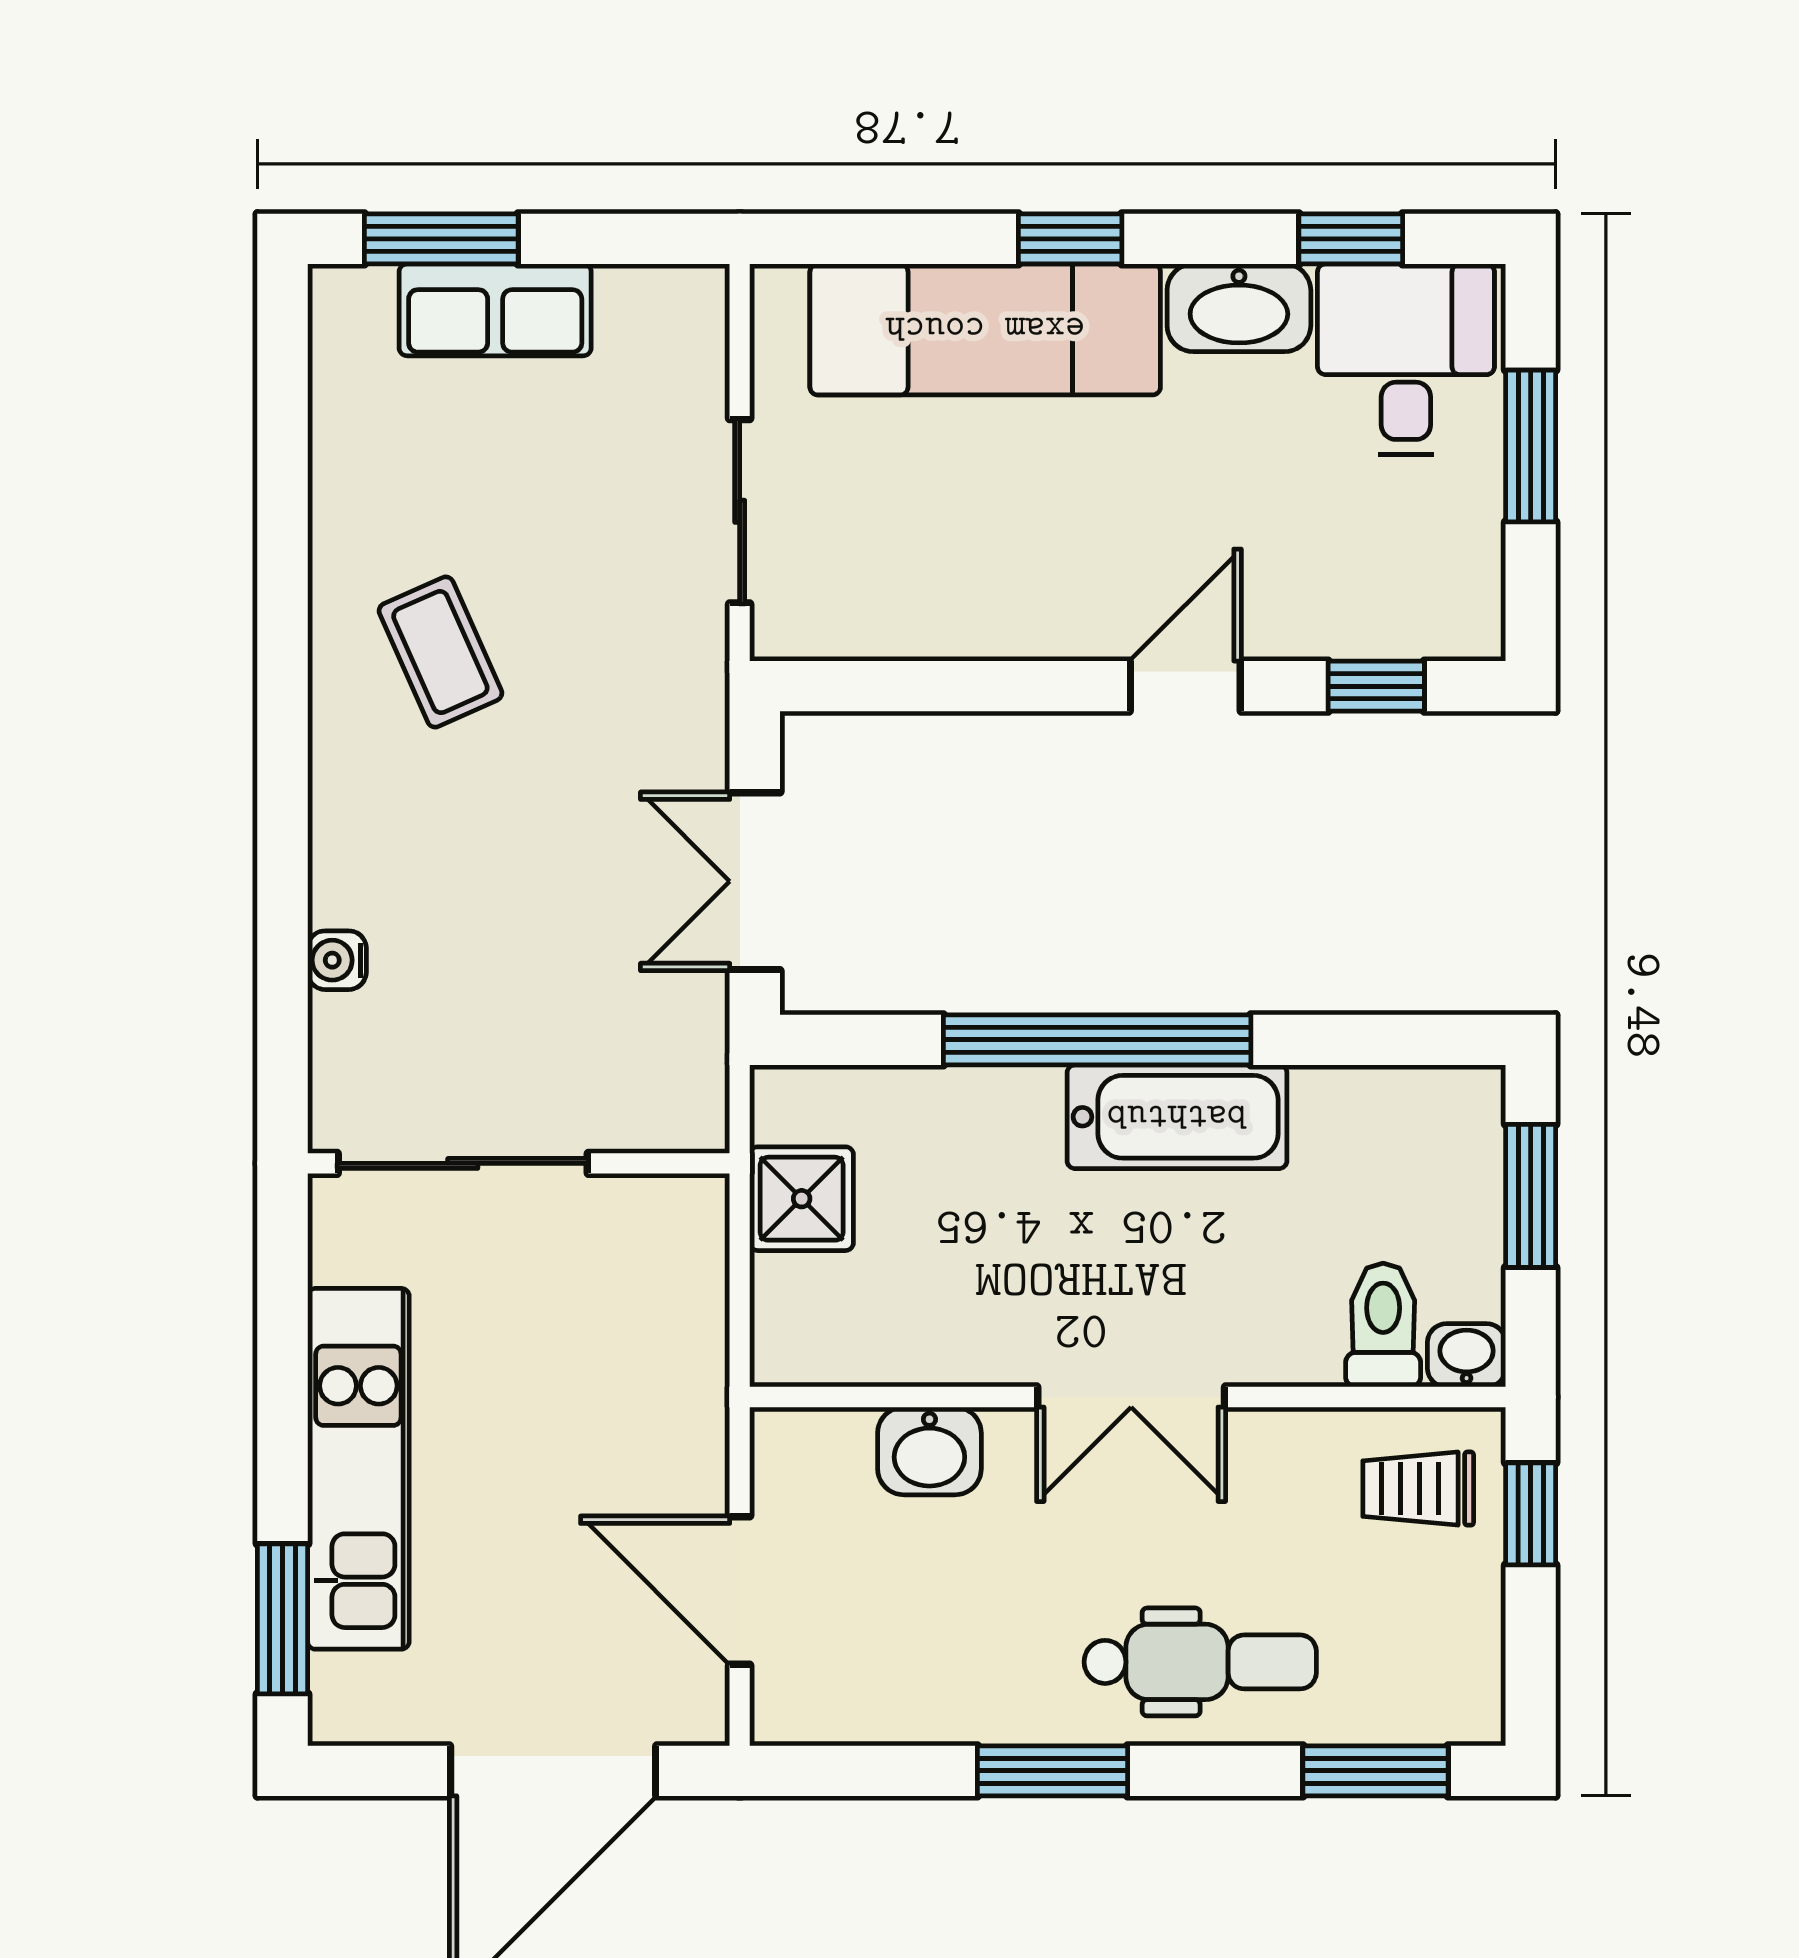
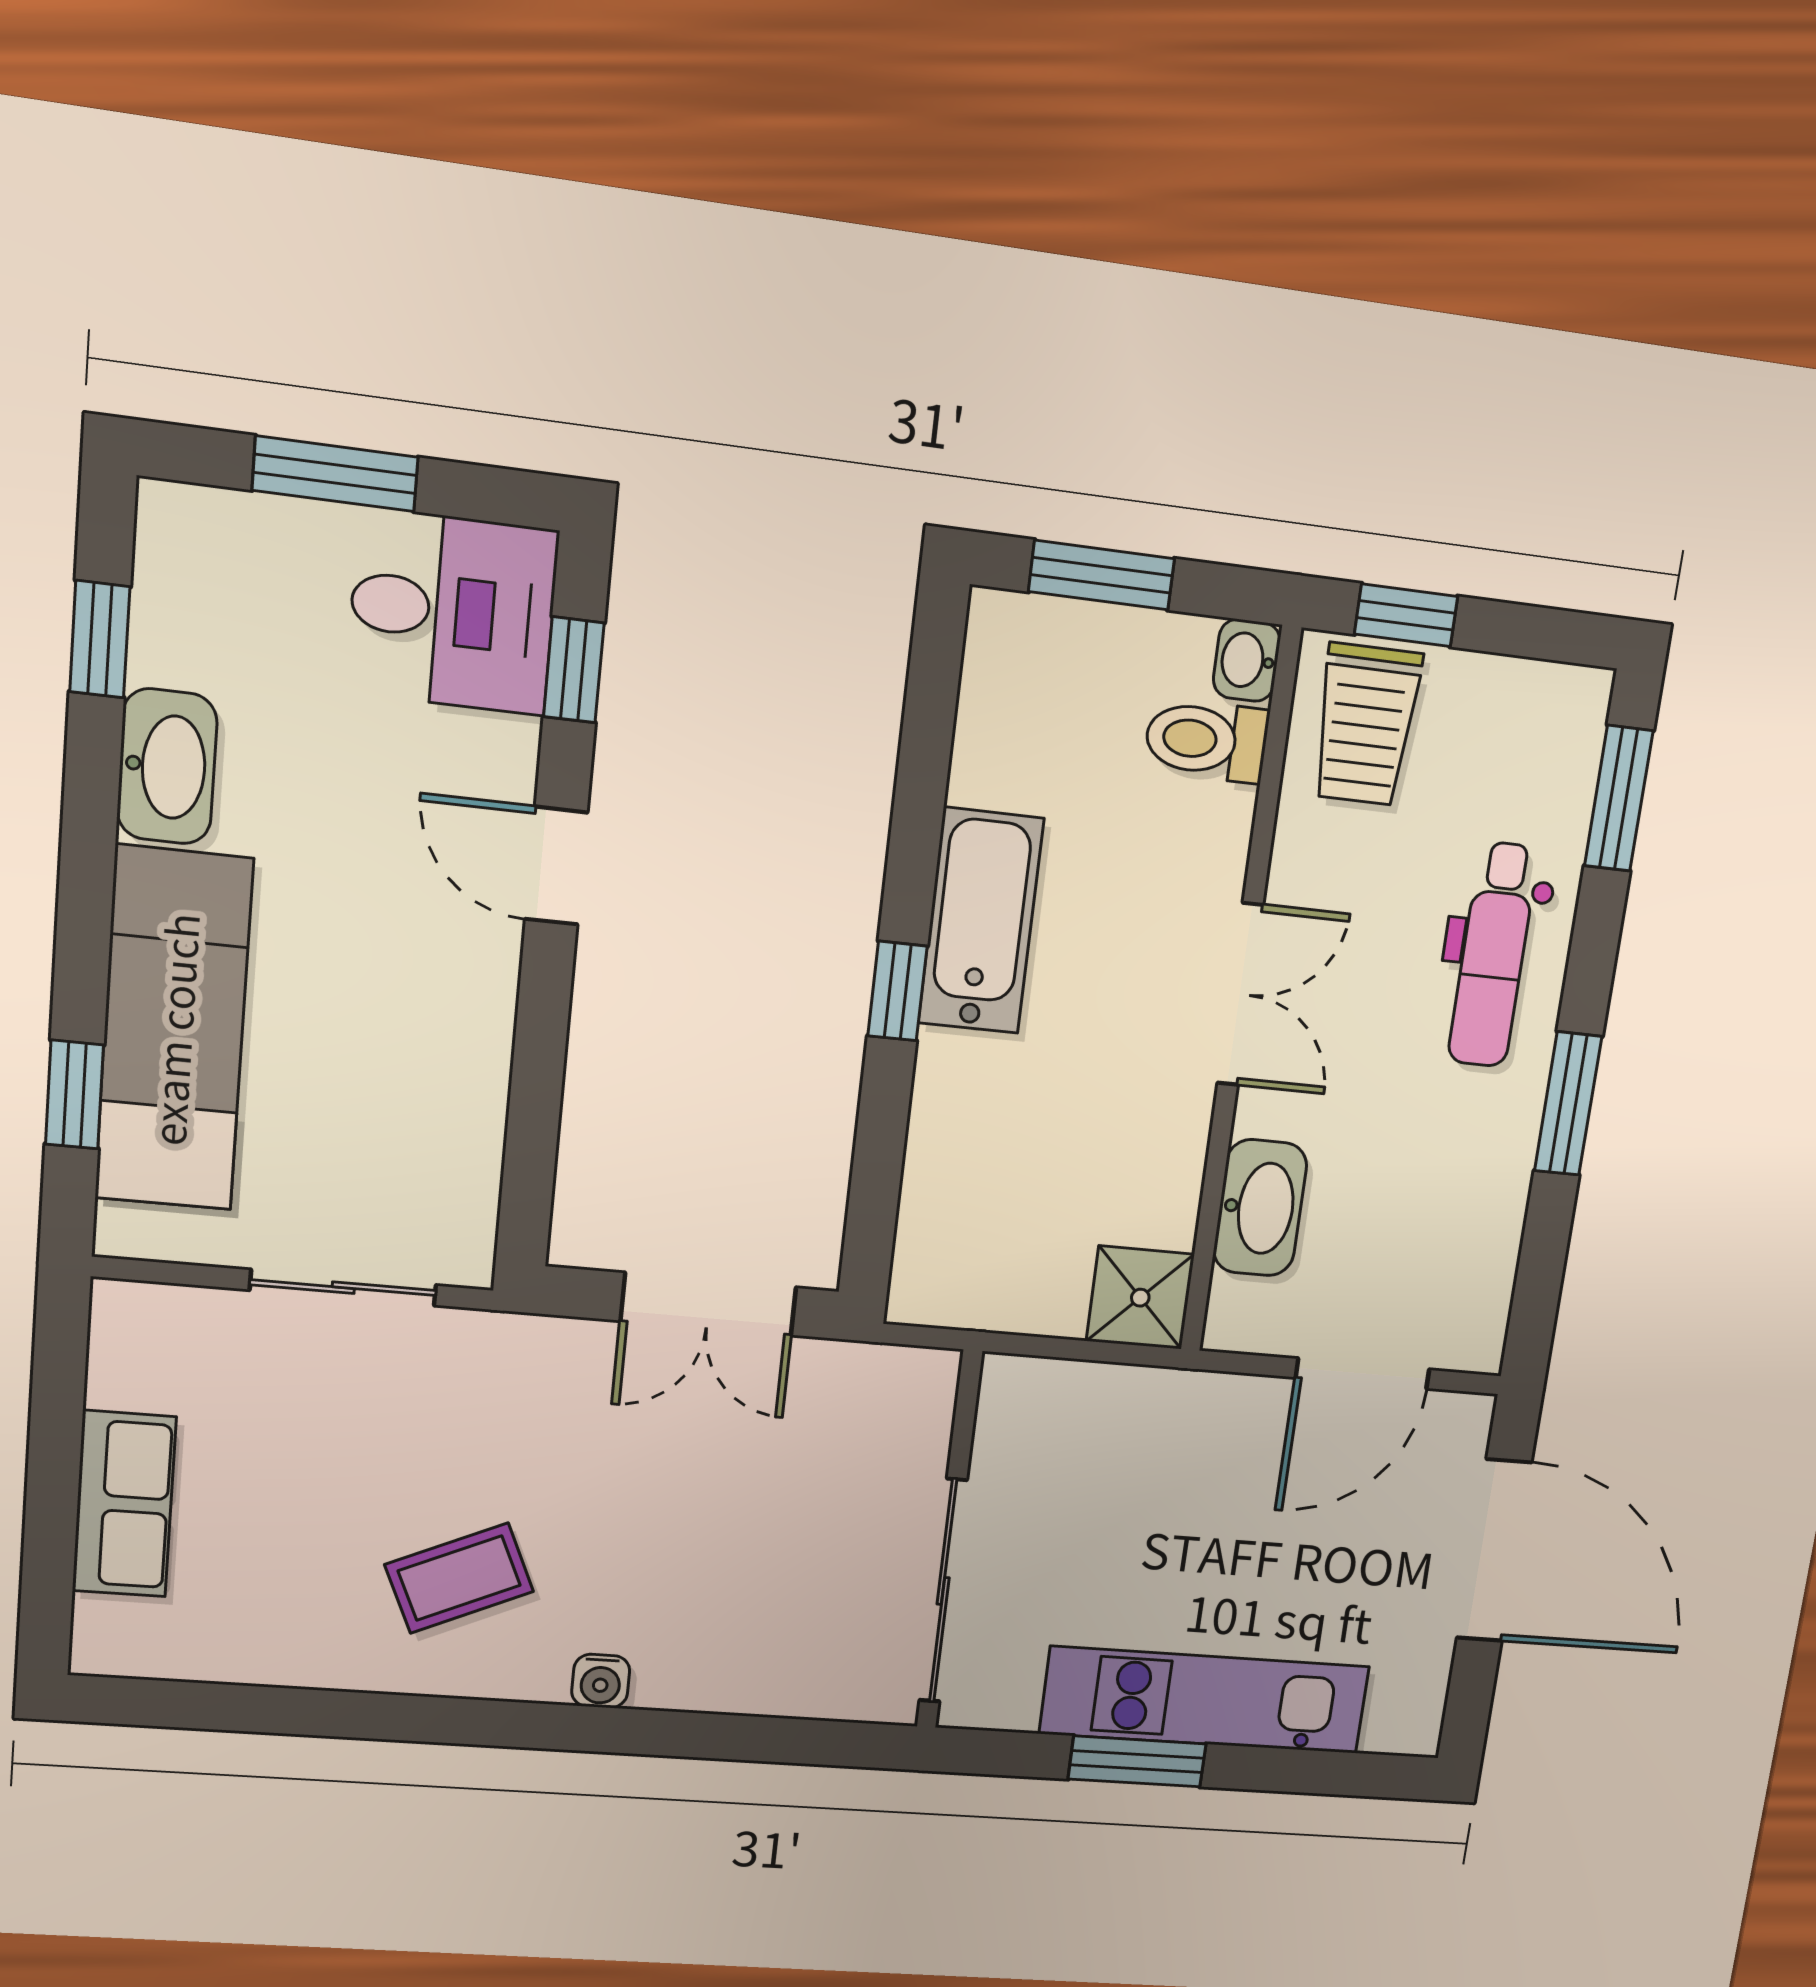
window: (441, 239) -> (49, 1549), removed
window: (1070, 239) -> (75, 1095), moved
desk: (1406, 359) -> (453, 611), moved, turned 180
water cooler: (337, 960) -> (601, 1681), moved
window: (1097, 1040) -> (897, 991), width x0.32
shower: (802, 1199) -> (1140, 1298), moved
washbasin: (929, 1451) -> (1260, 1208), width x1.38
trolley: (1418, 1489) -> (1366, 725), width x1.36, depth x1.39
window: (282, 1619) -> (1137, 1761), moved
dental chair: (1200, 1662) -> (1493, 955), turned 180

